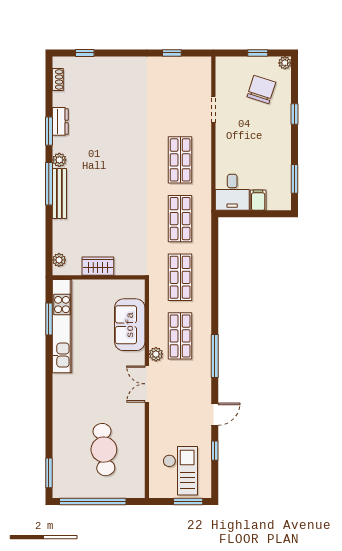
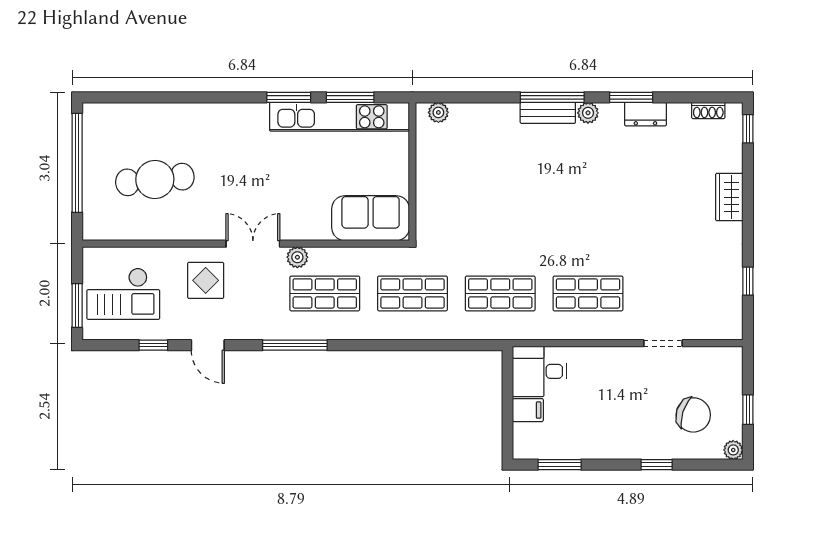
window: (85, 53) -> (748, 129), moved
bench: (59, 193) -> (548, 113), width x0.73
wardrobe: (98, 266) -> (729, 197), moved, turned 180
sofa: (130, 325) -> (371, 218), moved
display table: (171, 416) -> (206, 280), added
window: (49, 473) -> (289, 97), moved

